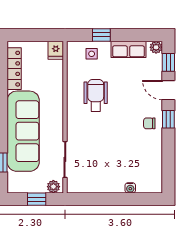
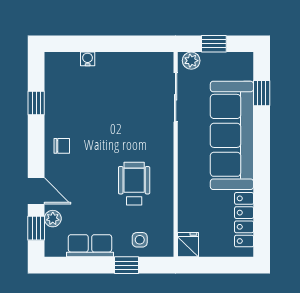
plant: (156, 47) -> (53, 219), moved
wheelchair: (96, 95) -> (134, 184), turned 180
window: (168, 119) -> (36, 103), moved

